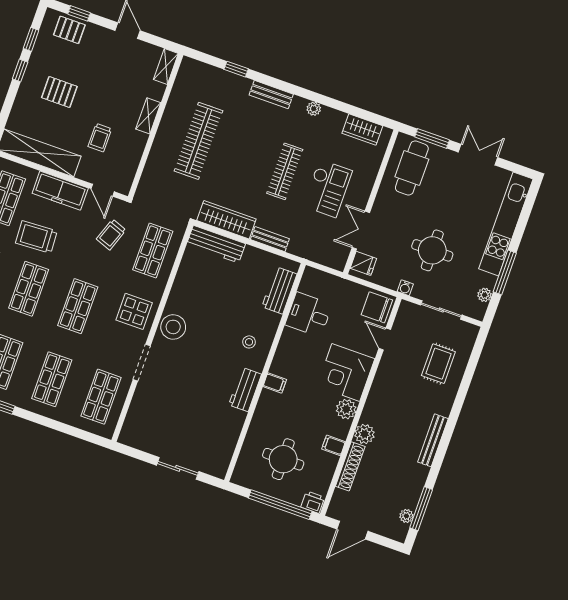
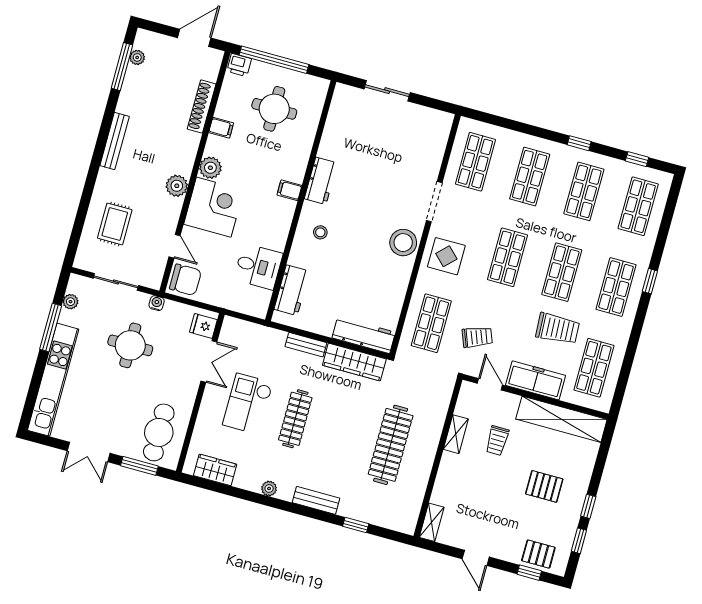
shelving: (148, 116) -> (456, 434), moved
trolley: (100, 138) -> (497, 441), turned 180
trolley: (111, 235) -> (477, 337), turned 49
plant: (365, 434) -> (177, 186), moved

